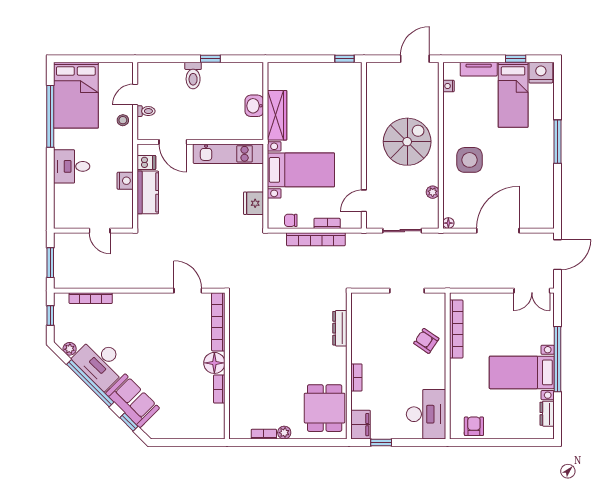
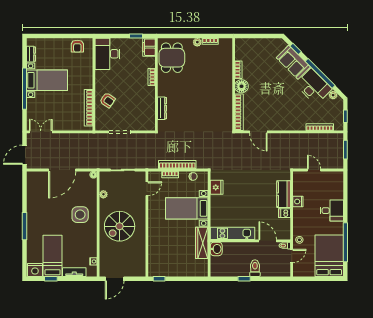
door: (173, 142) -> (268, 241), moved
wall: (200, 142) -> (250, 241), moved
kitchen unit: (228, 154) -> (233, 233), moved

